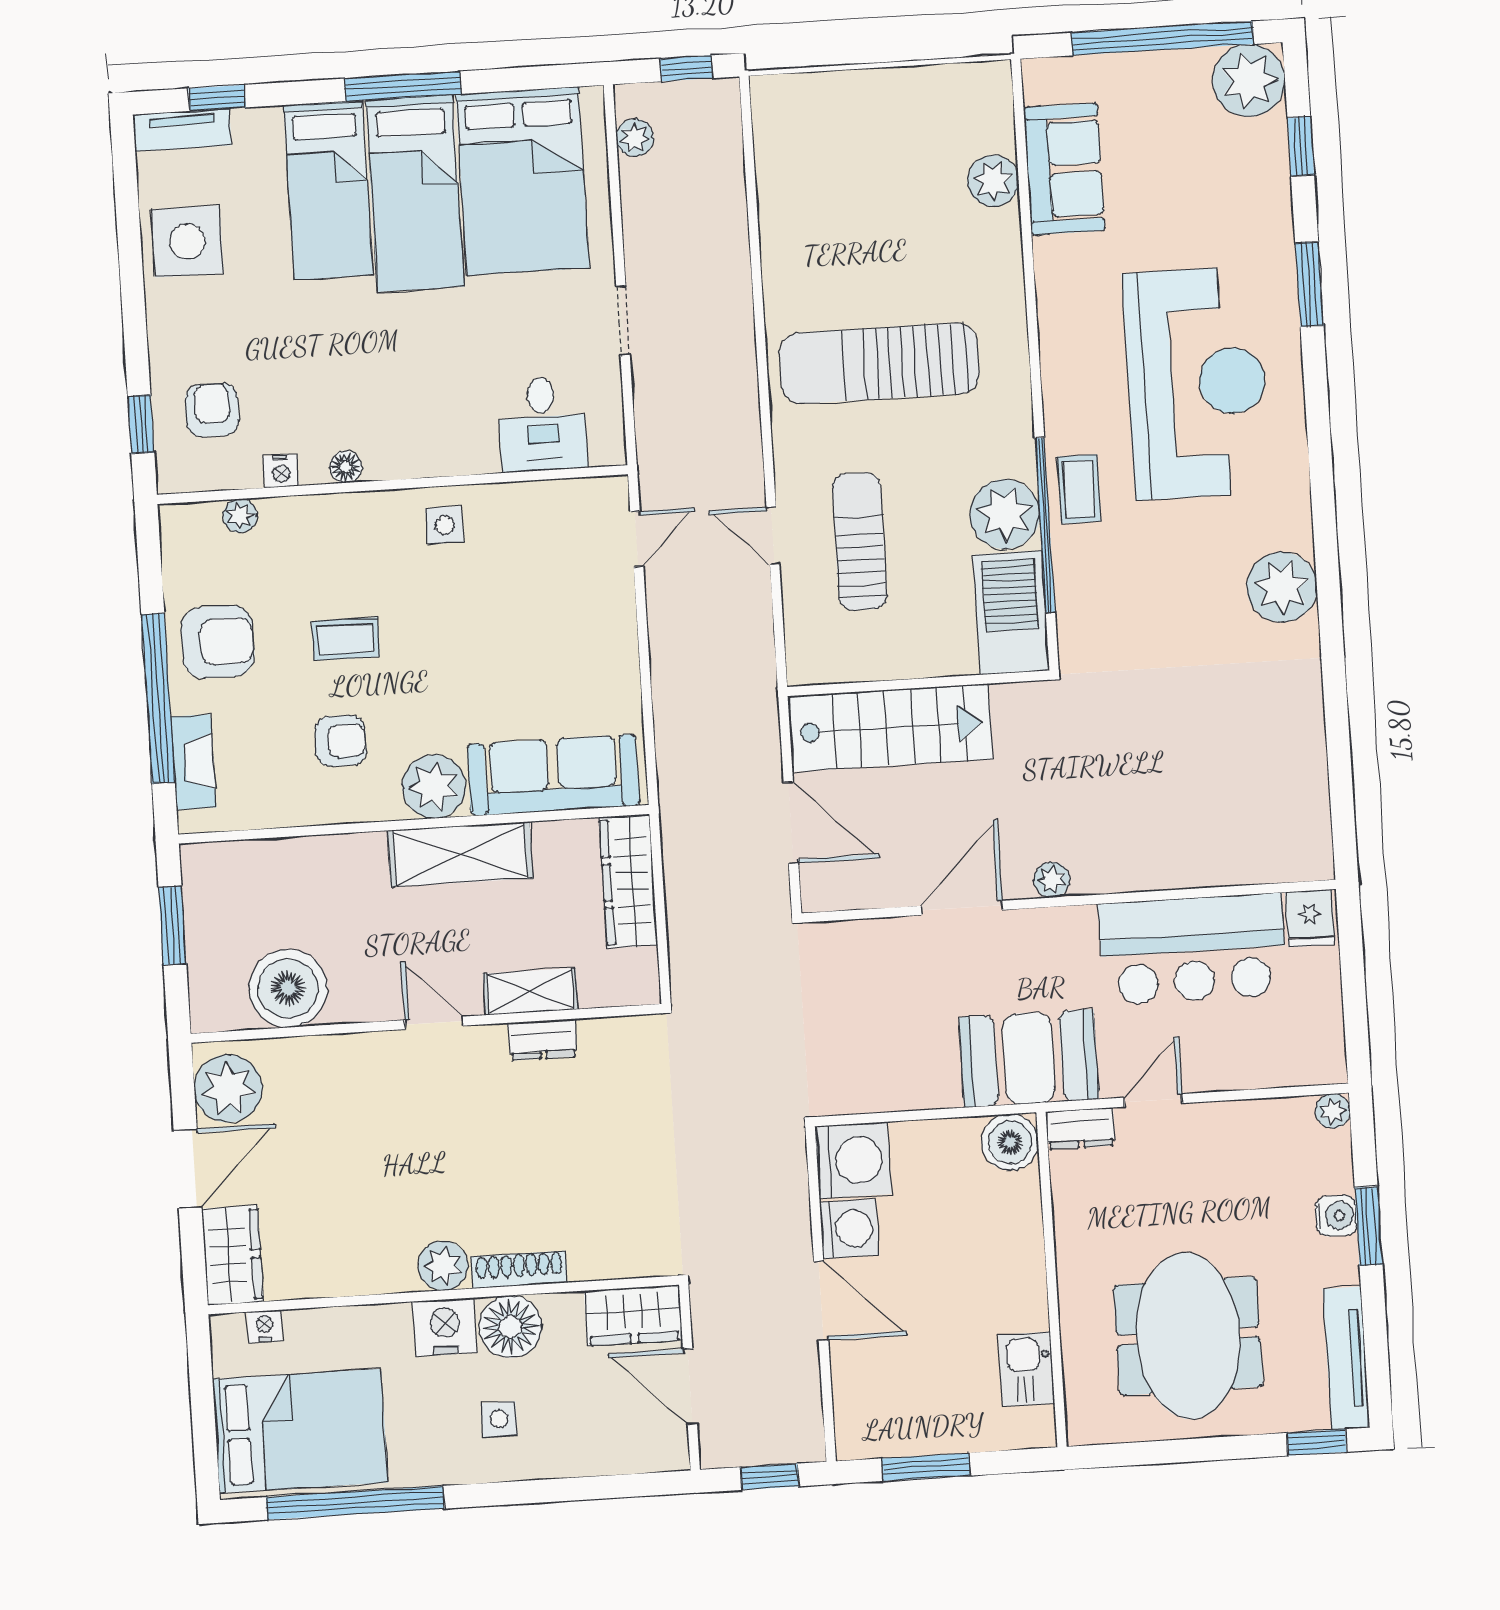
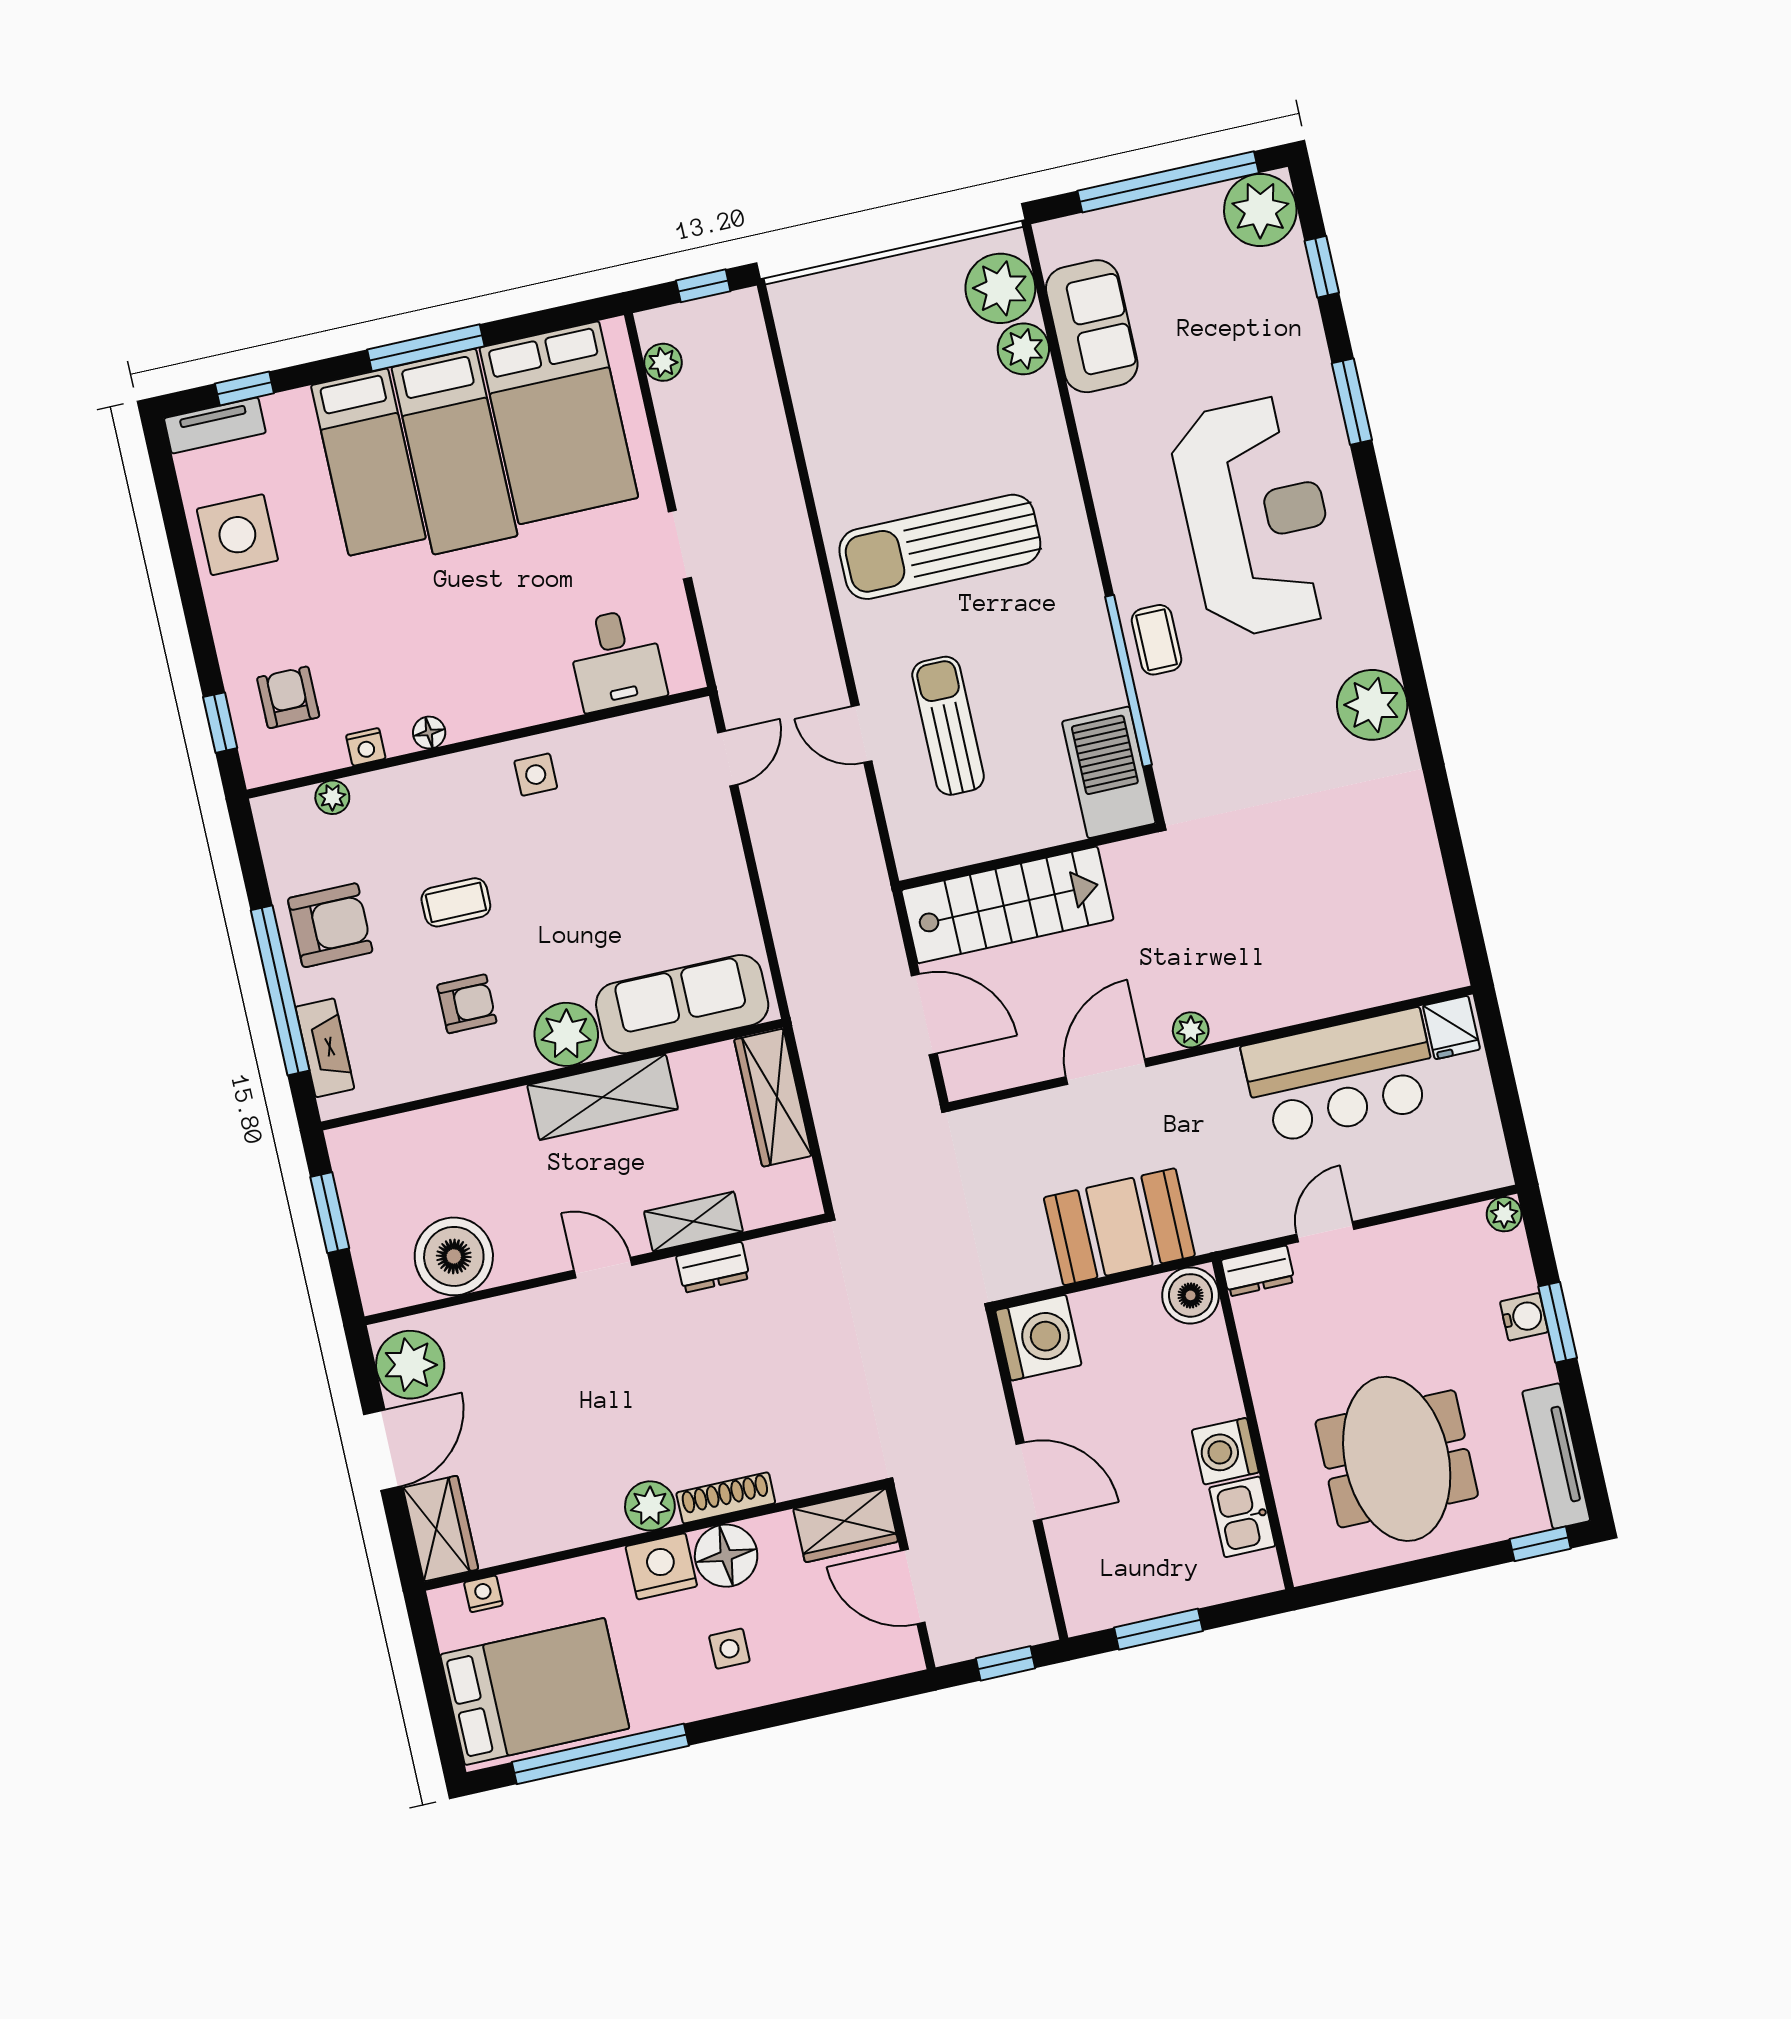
plant: (1005, 514) -> (1000, 288), moved
booth: (1029, 1058) -> (1119, 1227), moved
washing machine: (849, 1229) -> (1225, 1451), moved, turned 180

